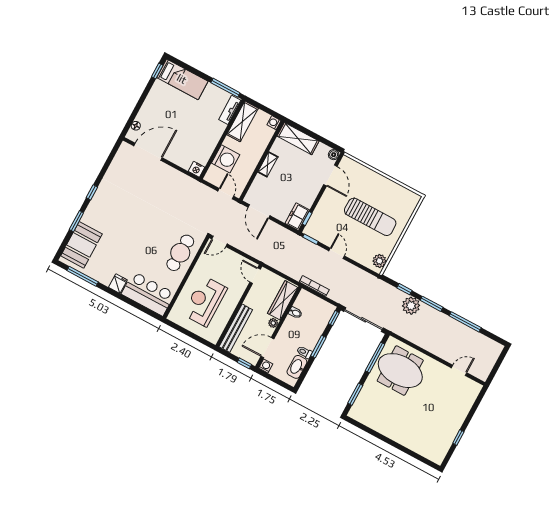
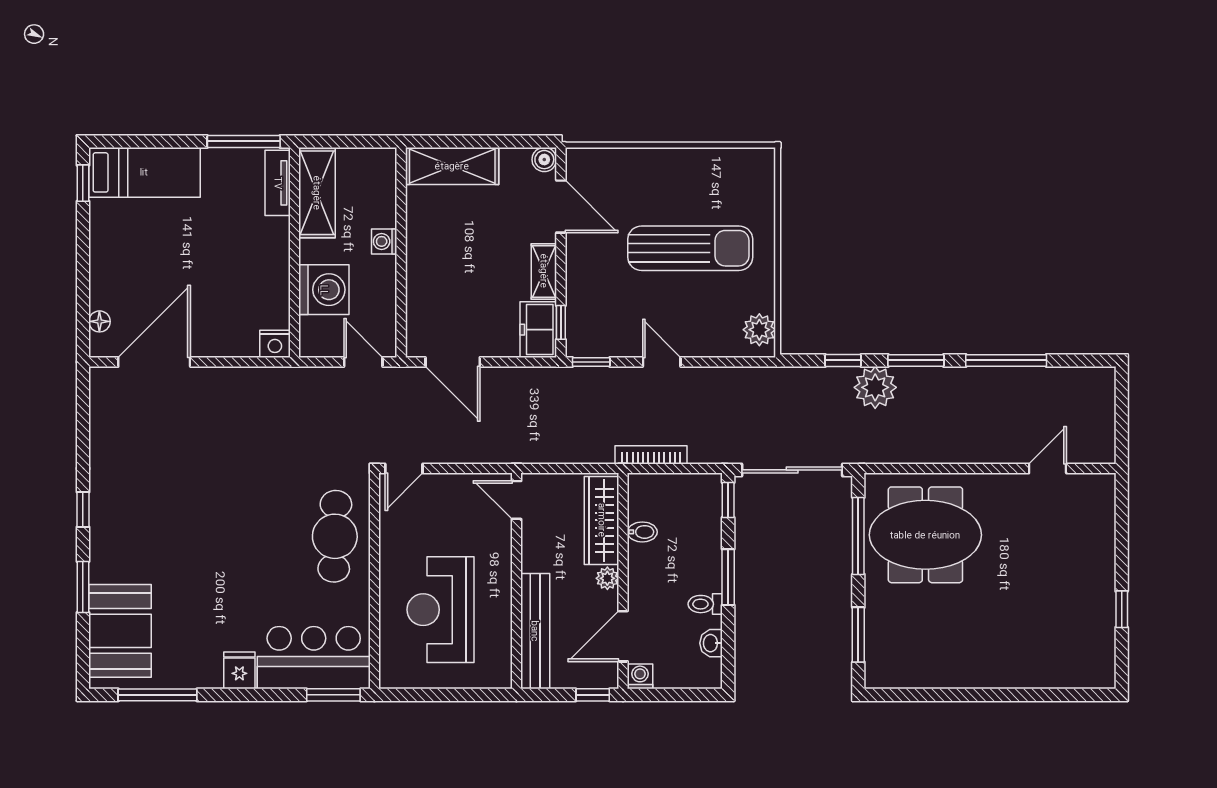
washing machine: (274, 123) -> (384, 241), moved
shelving: (268, 164) -> (544, 271), moved
window: (148, 311) -> (333, 695), added
washbasin: (297, 367) -> (711, 643), width x0.52, depth x0.69

